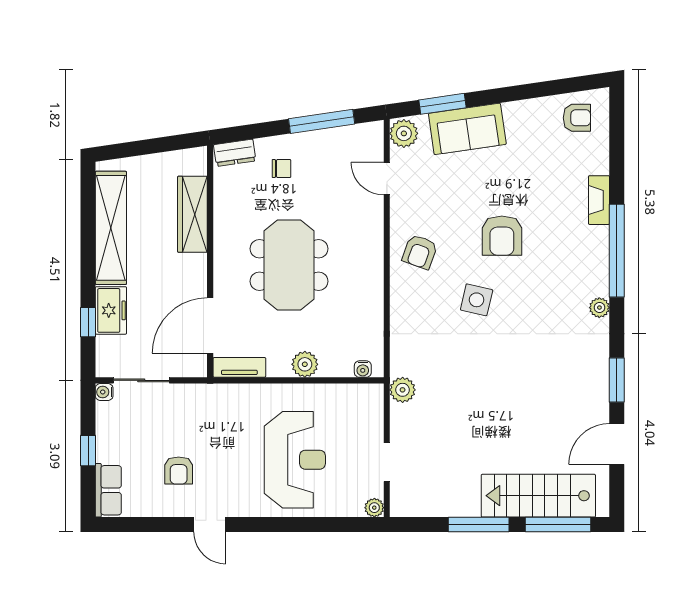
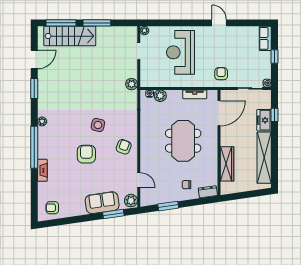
window: (322, 121) -> (168, 206), width x0.69
plant: (305, 364) -> (160, 96), moved
tv unit: (239, 367) -> (195, 94), moved
armchair: (179, 470) -> (221, 74), moved

